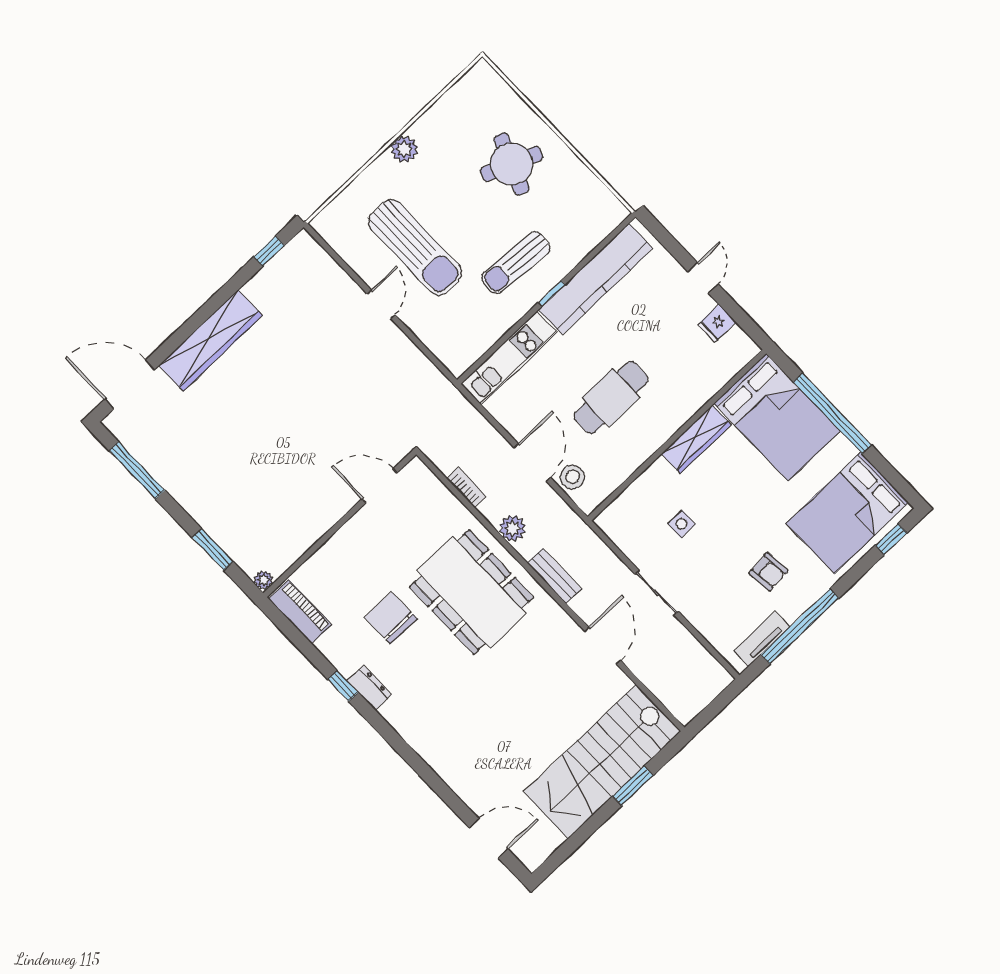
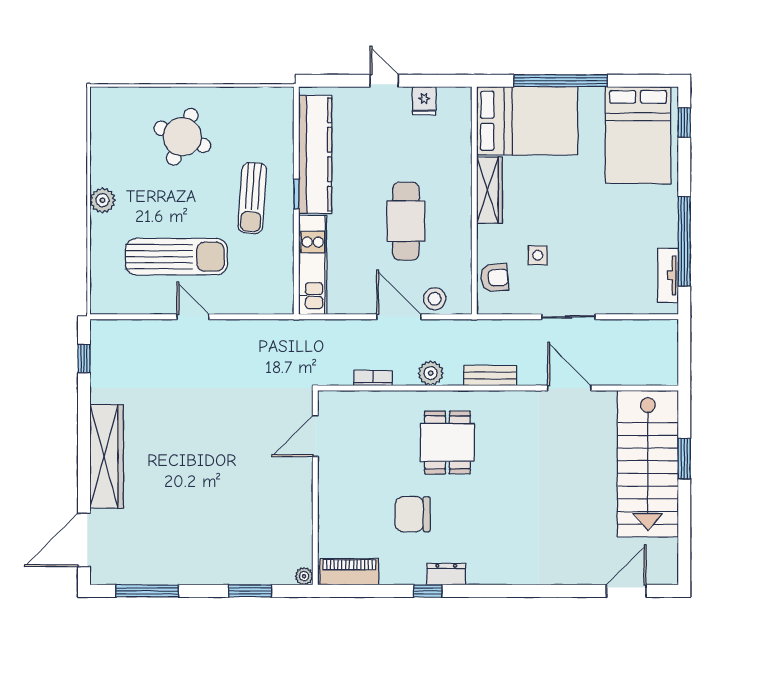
armchair: (768, 572) -> (494, 278), moved
dining table: (471, 592) -> (447, 442), width x0.53, depth x0.80

